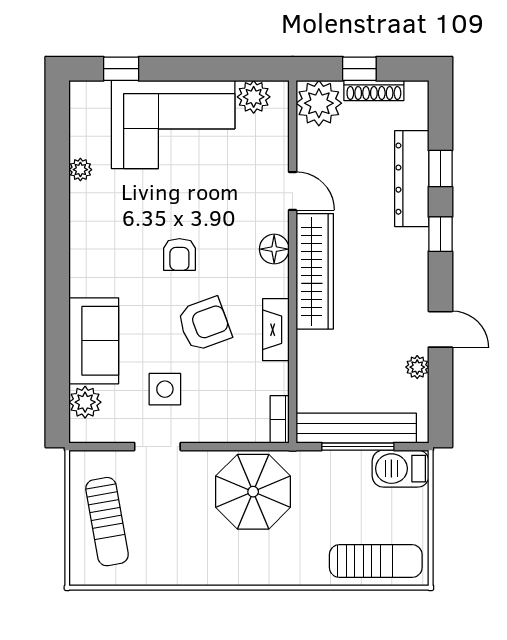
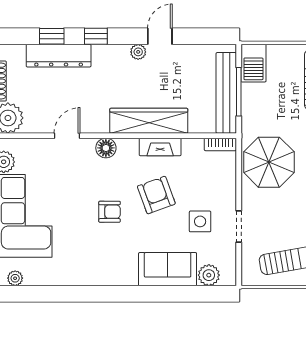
plant: (80, 170) -> (15, 278), moved
wardrobe: (315, 271) -> (149, 121), moved
plant: (417, 367) -> (138, 52), moved

